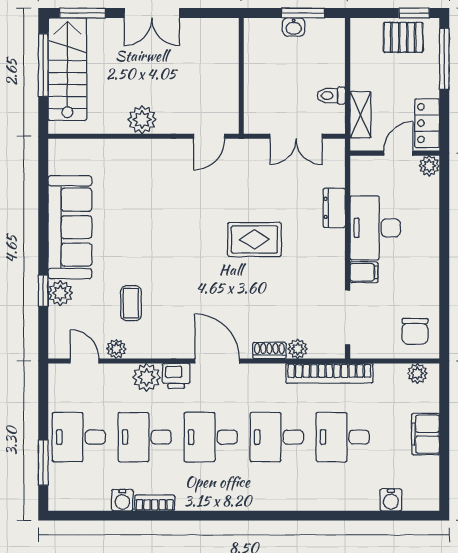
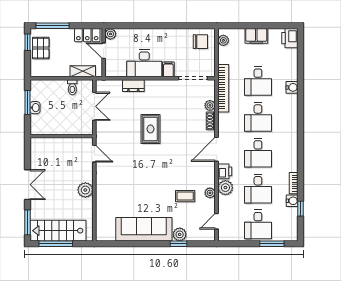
plant: (116, 349) -> (210, 193), moved
printer: (422, 496) -> (290, 38), added
water cooler: (391, 500) -> (292, 87), moved
window: (108, 516) -> (301, 209), added

